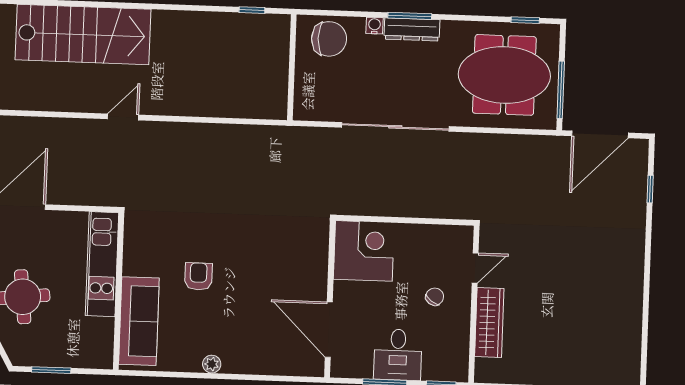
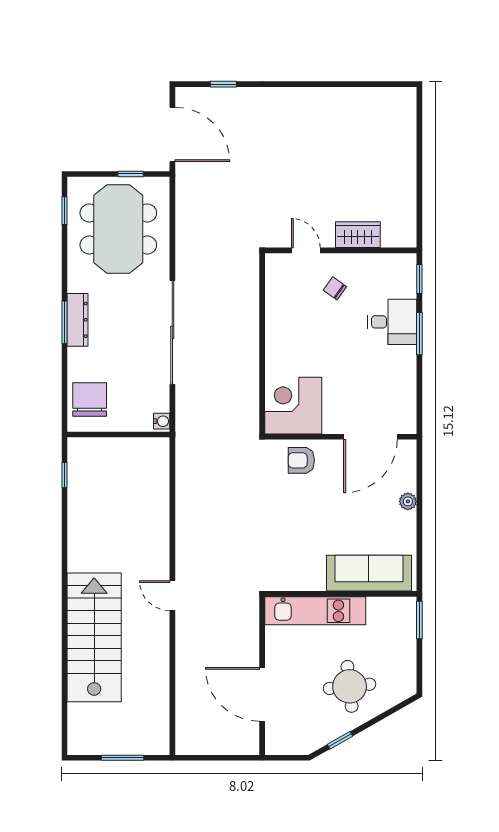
water cooler: (374, 26) -> (162, 421), moved, turned 180
window: (561, 90) -> (131, 174), width x0.46
corner desk: (364, 251) -> (293, 406), moved
armchair: (198, 276) -> (301, 460), moved
wall: (330, 299) -> (341, 437), moved
wardrobe: (489, 322) -> (358, 235), width x0.67
door: (329, 330) -> (370, 437), moved
window: (51, 370) -> (419, 620), moved

